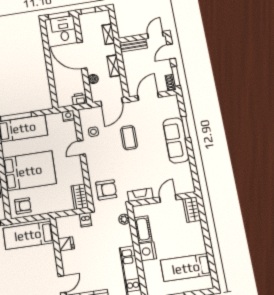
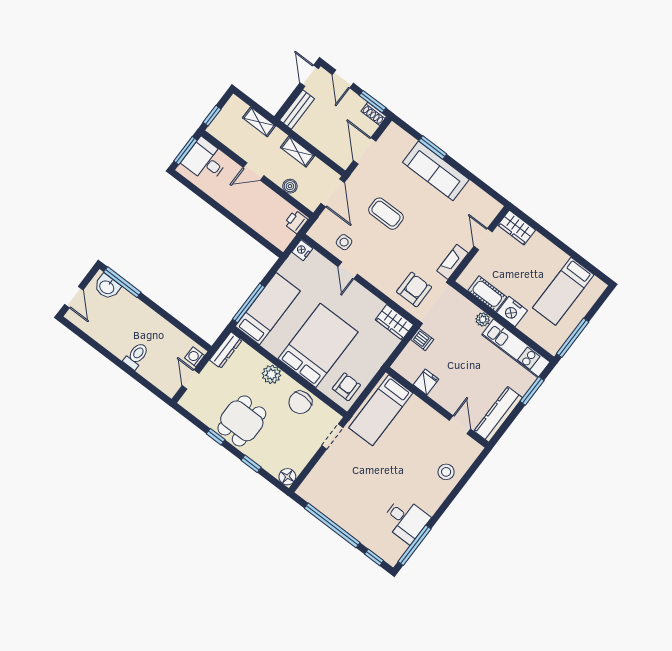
door: (82, 55) -> (254, 172), width x0.53
plant: (124, 219) -> (483, 319), moved

